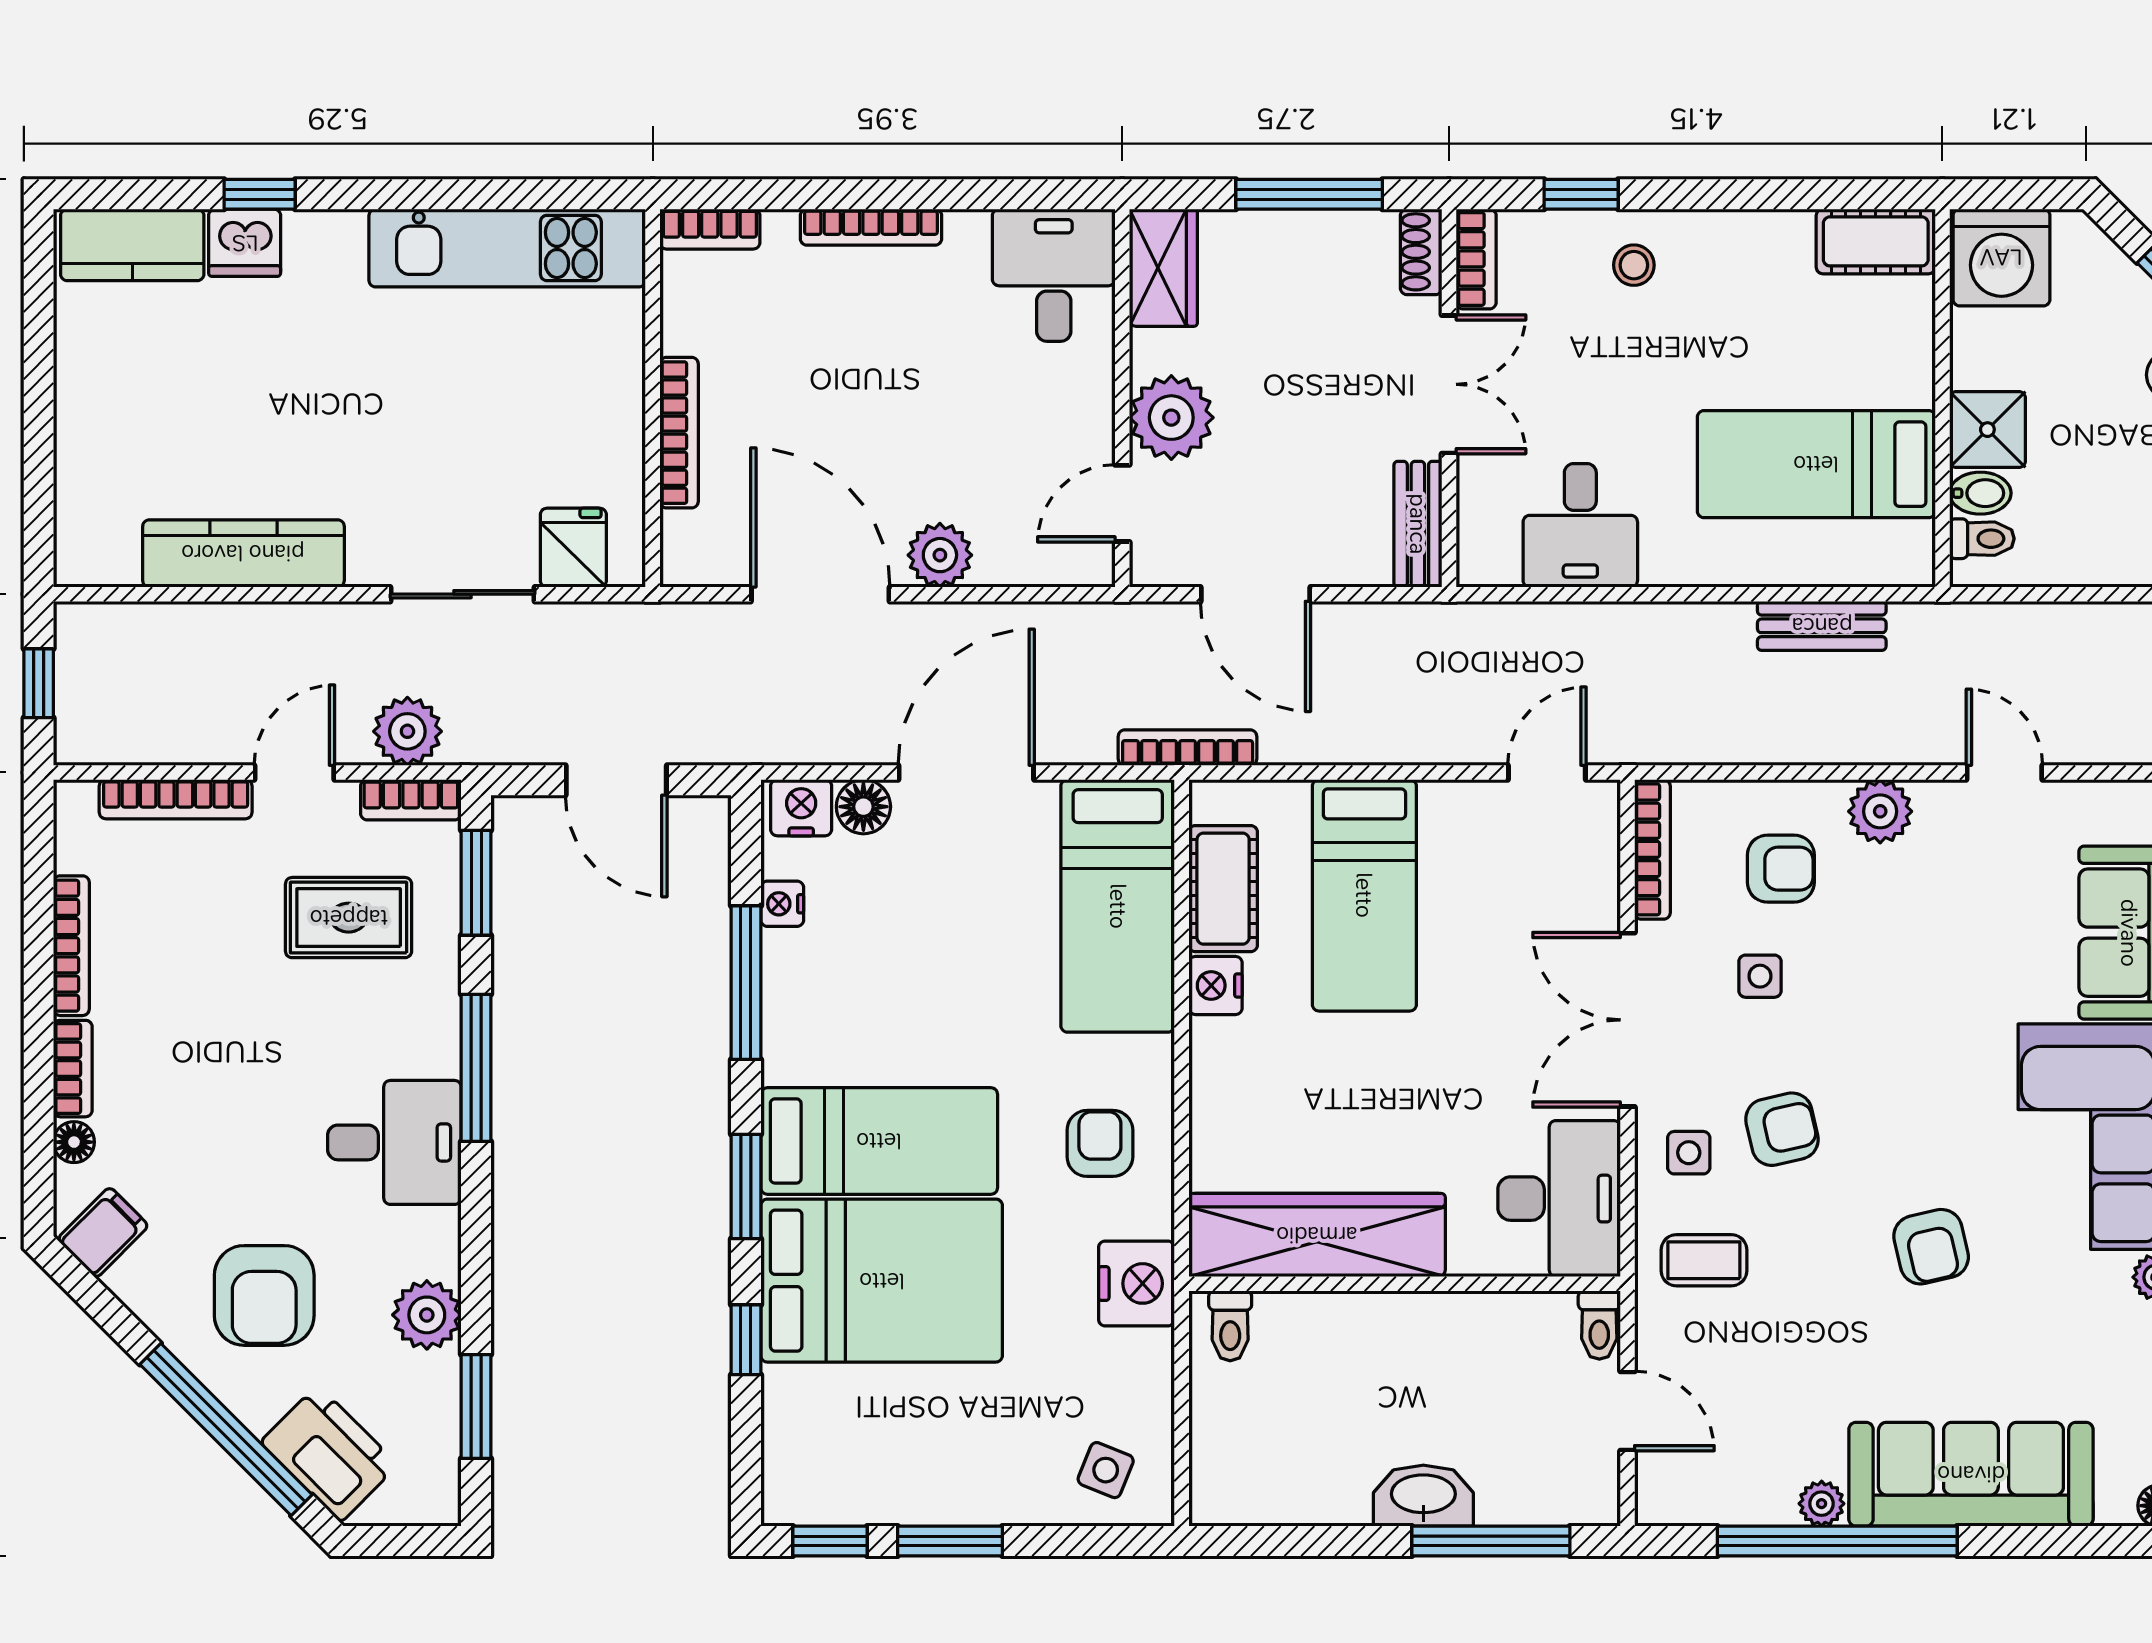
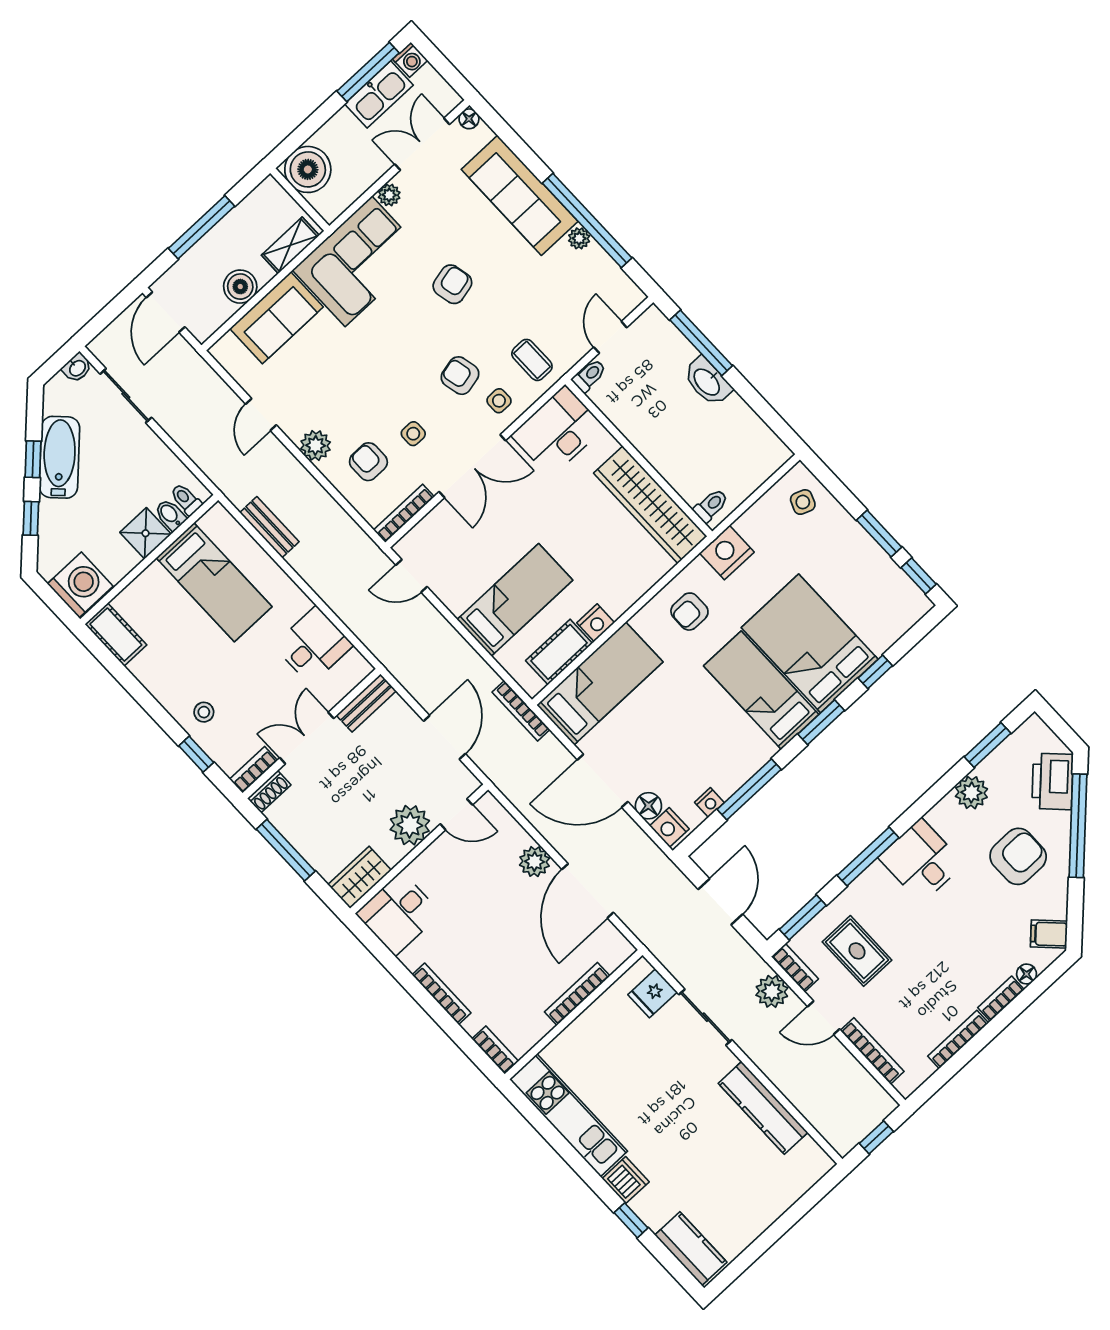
dishwasher: (245, 243) -> (626, 1180), moved

